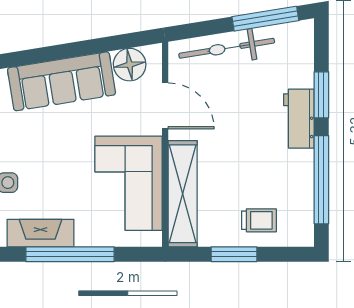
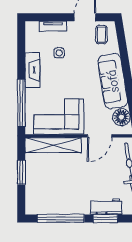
workbench: (299, 119) -> (106, 206), moved
trolley: (259, 220) -> (39, 185), removed
window: (70, 254) -> (21, 103), moved

